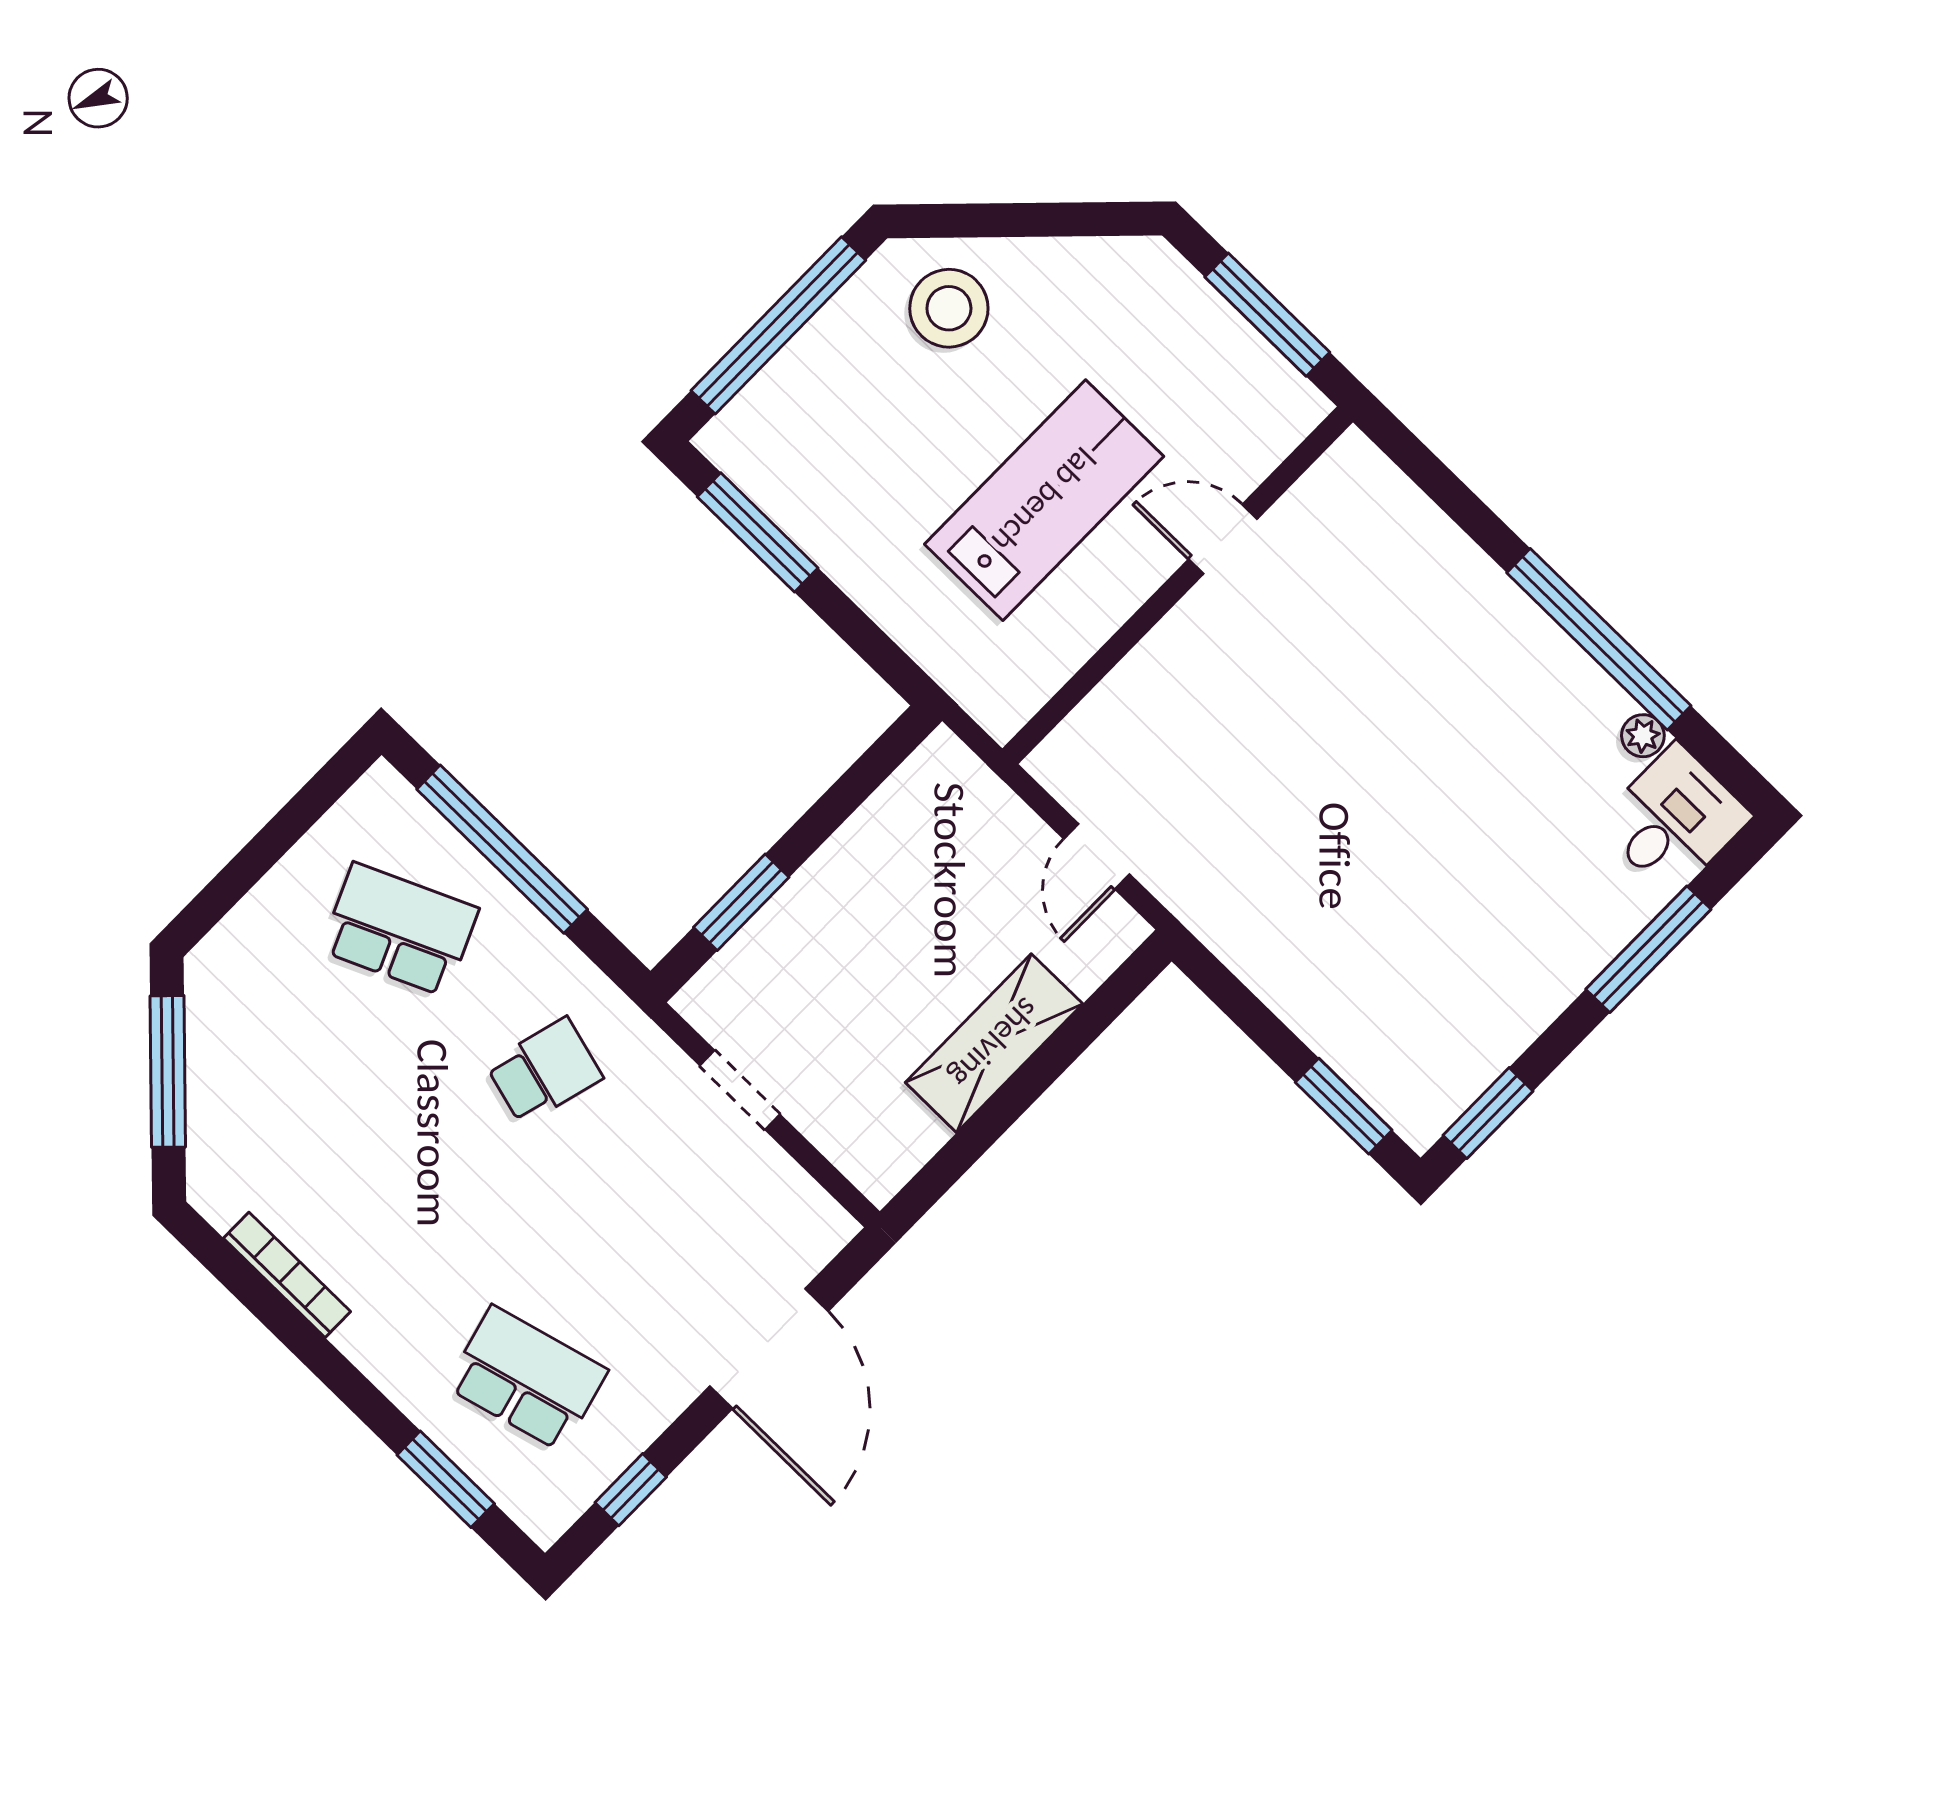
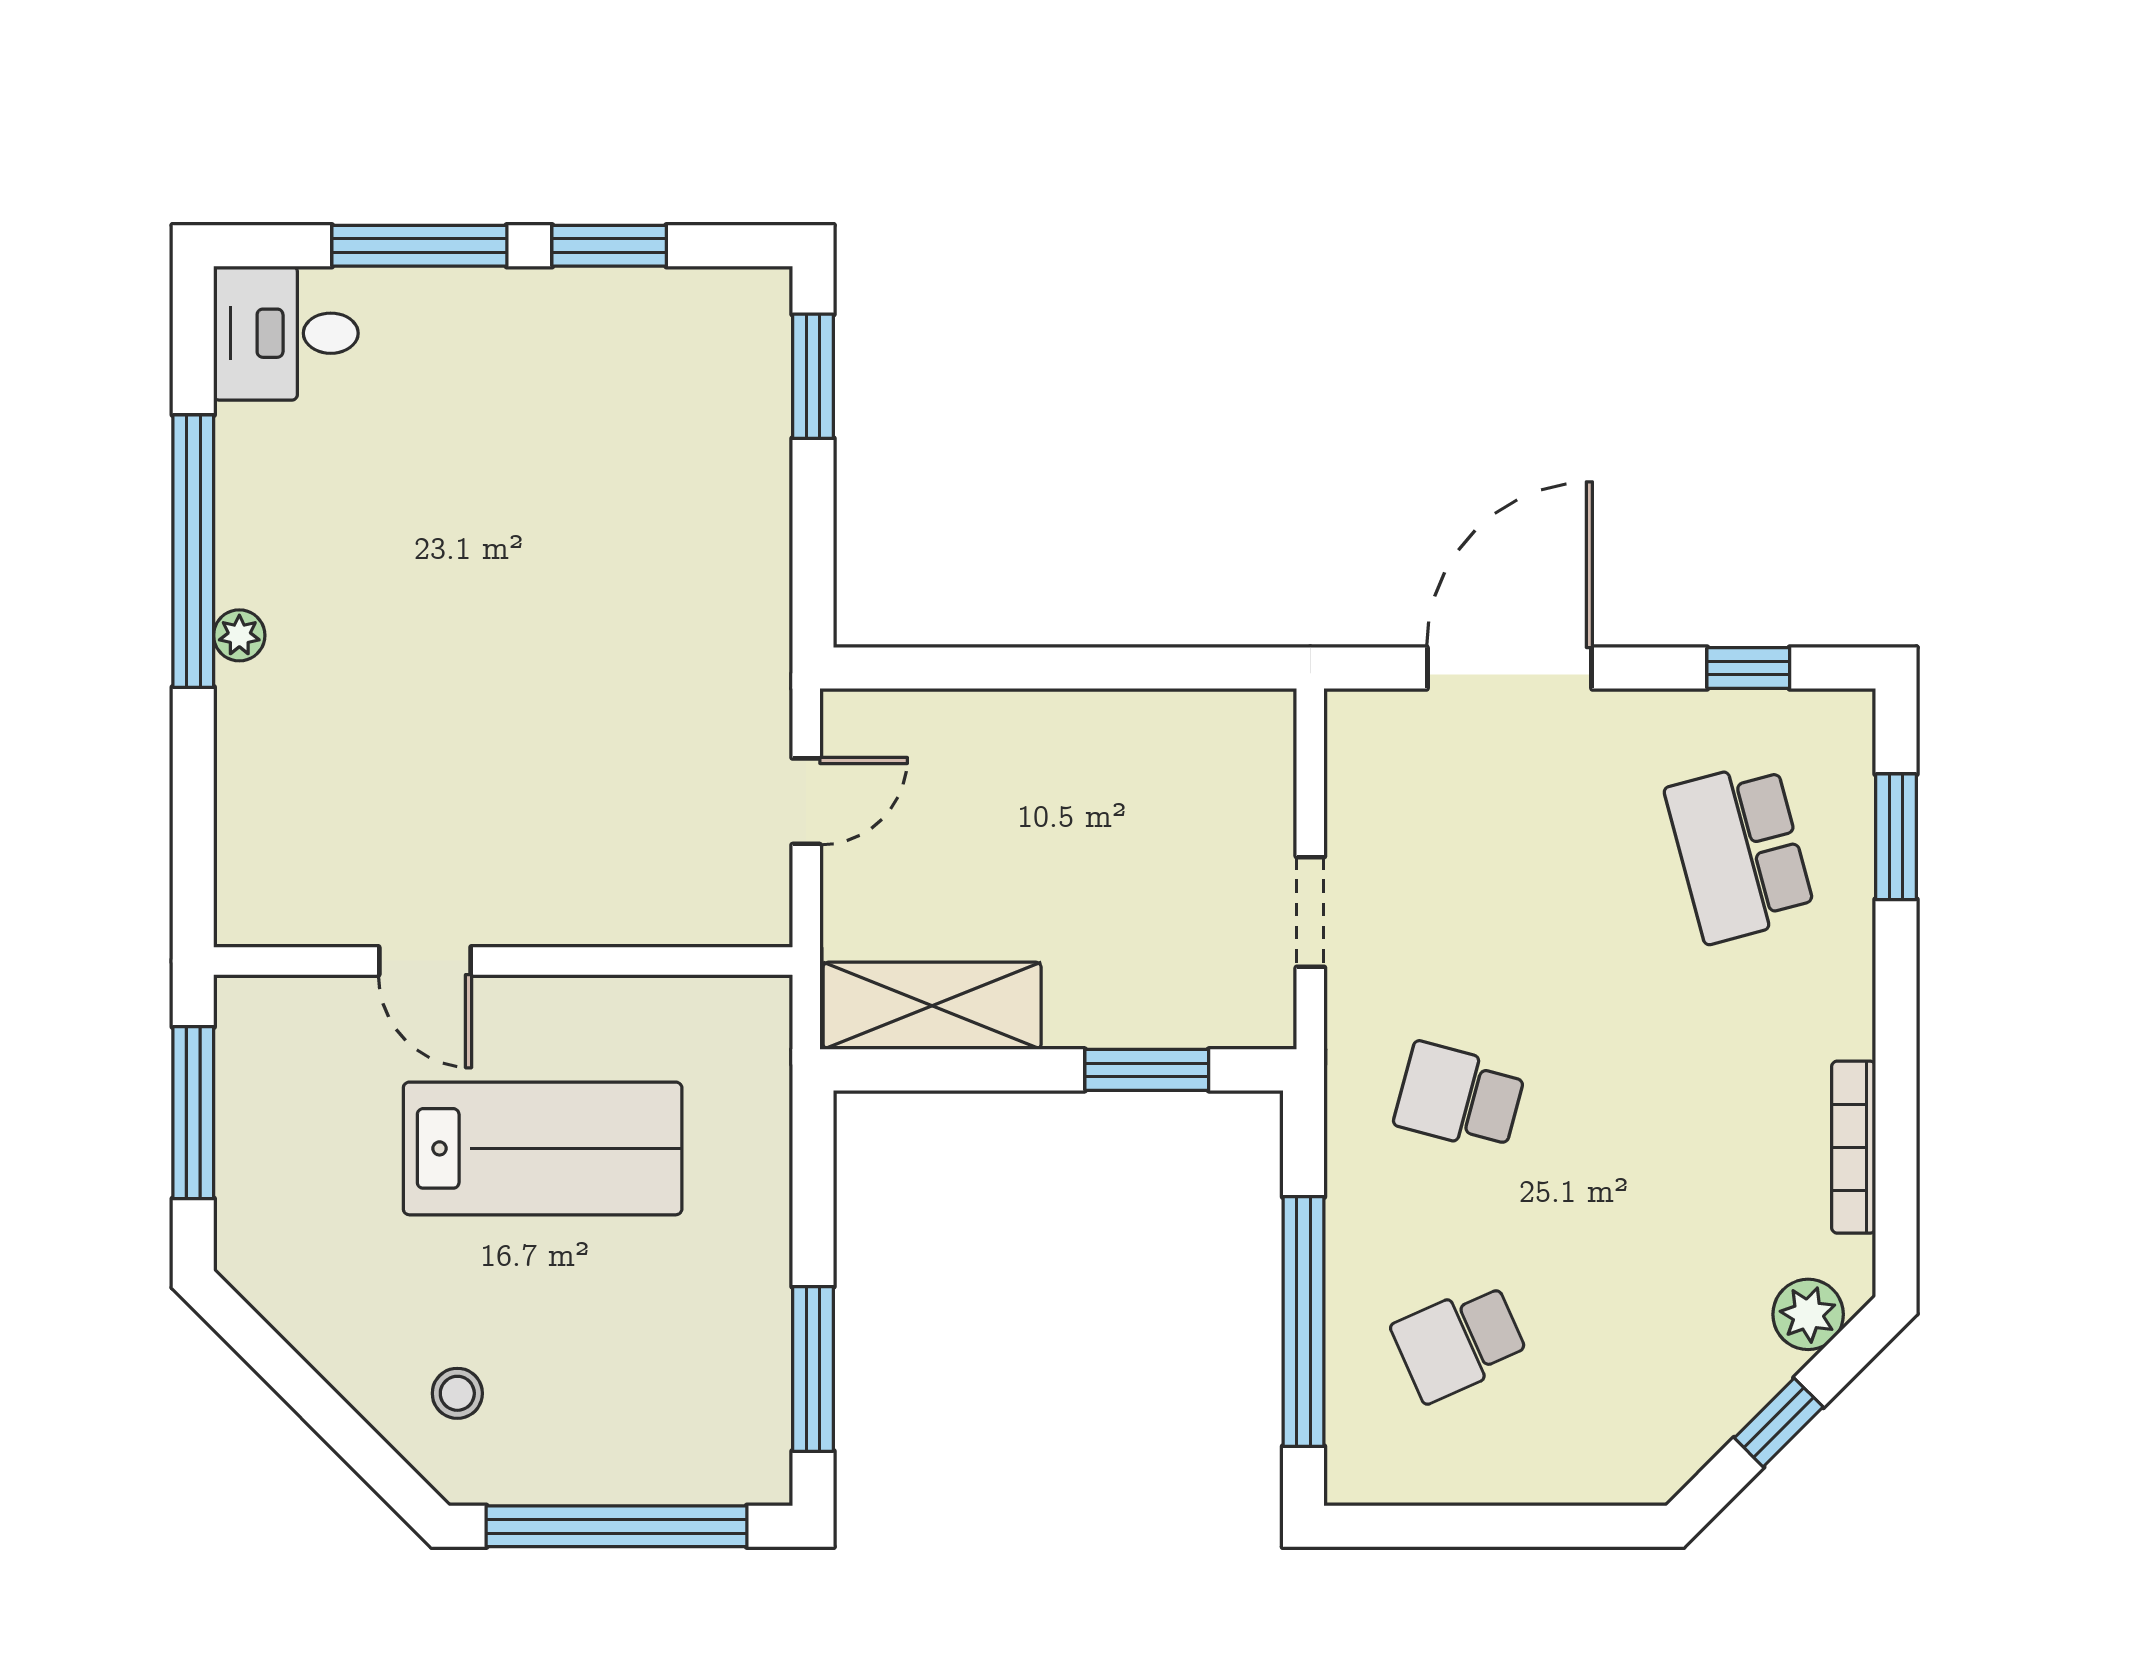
stool: (949, 308) -> (457, 1393), width x0.53, depth x0.53
lab bench: (1044, 500) -> (543, 1148), turned 180
plant: (1643, 736) -> (239, 635), moved
school desk: (400, 929) -> (1460, 1342), width x0.54
shelving: (994, 1043) -> (932, 1006), moved
window: (168, 1071) -> (1779, 1422), width x0.46
window: (1488, 1113) -> (609, 246), moved
plant: (215, 1151) -> (1808, 1314), added

